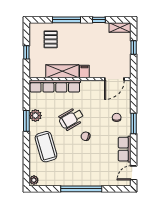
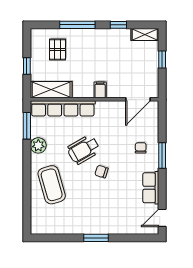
shelving: (62, 71) -> (51, 90), moved
window: (26, 121) -> (27, 126), moved
plant: (34, 180) -> (36, 227), removed
window: (81, 189) -> (96, 238), width x0.47

